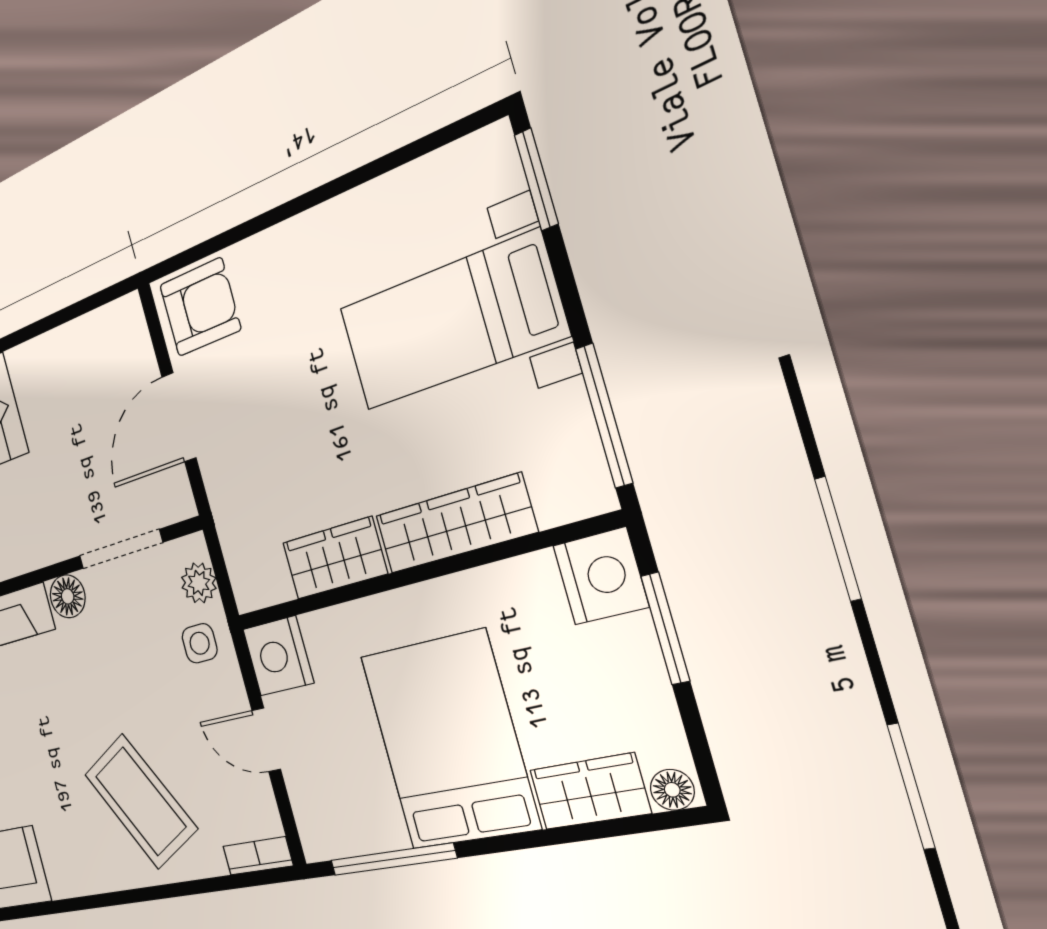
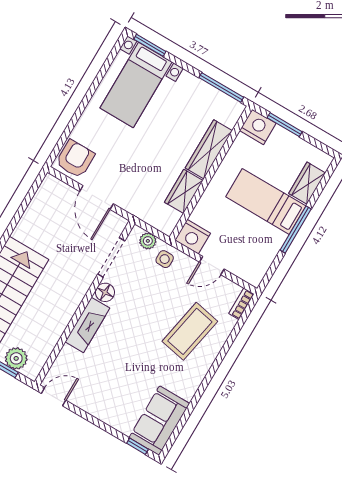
bed with nightstands: (451, 322) -> (136, 85), moved
bed: (449, 741) -> (266, 201), width x0.67
floor lamp: (672, 790) -> (324, 162), removed
coffee table: (140, 801) -> (190, 331), turned -50
window: (393, 859) -> (296, 230), moved

